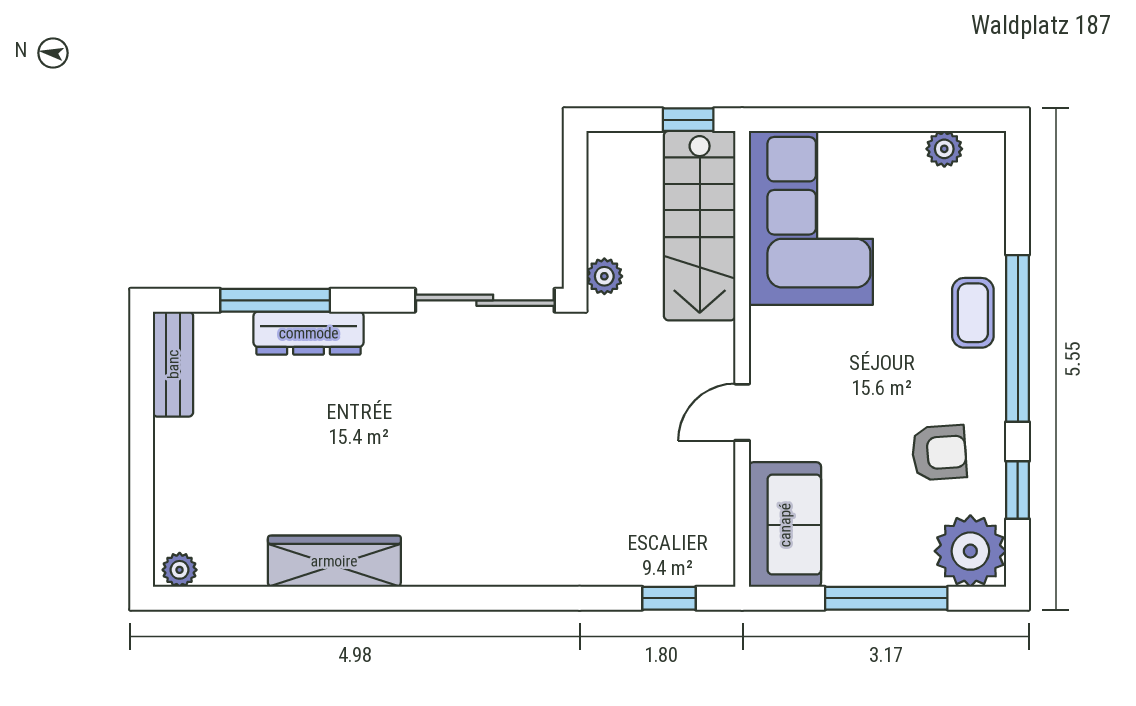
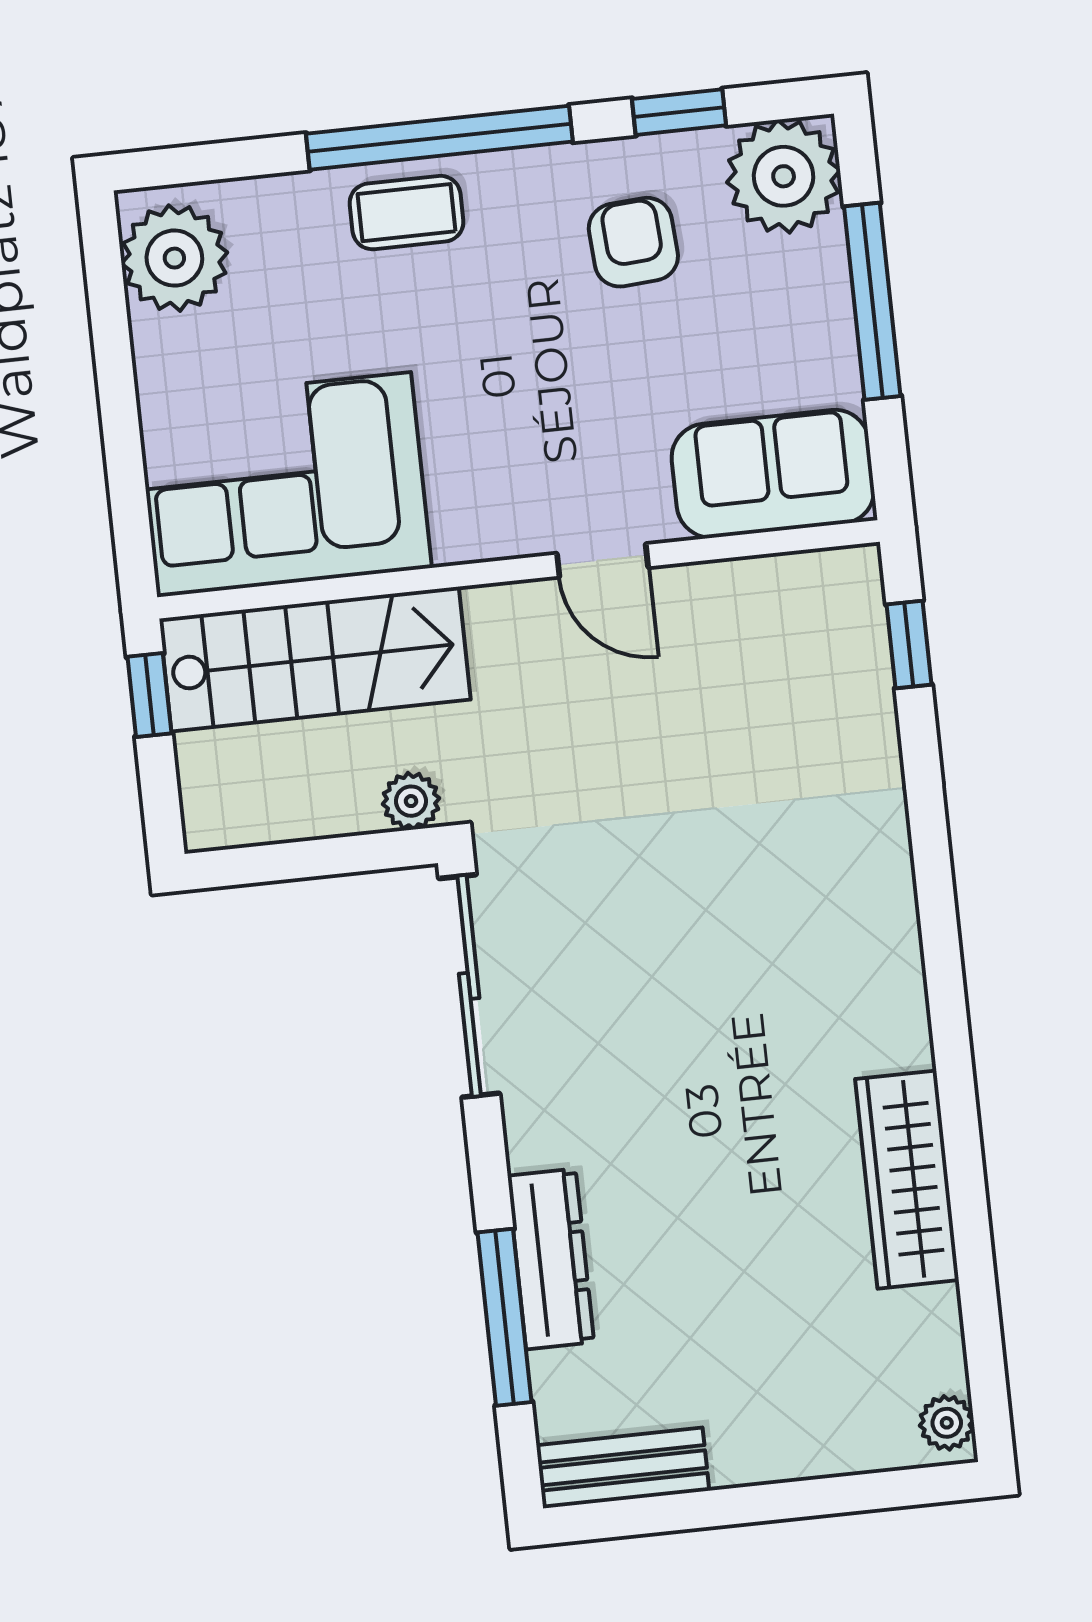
plant: (944, 149) -> (174, 258), width x1.88, depth x1.88

